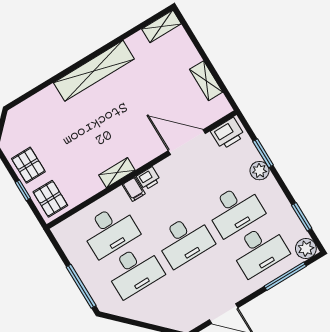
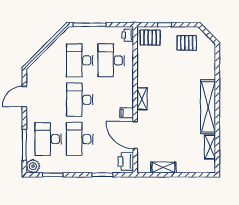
shelving: (161, 26) -> (210, 147), moved
door: (187, 142) -> (135, 135), swing flipped
pallet: (28, 165) -> (187, 43), moved
plant: (260, 171) -> (94, 167), removed
shelving: (117, 173) -> (142, 99), moved
printer: (149, 178) -> (128, 35), moved
filing cabinet: (134, 189) -> (127, 113), moved

